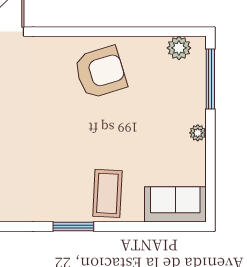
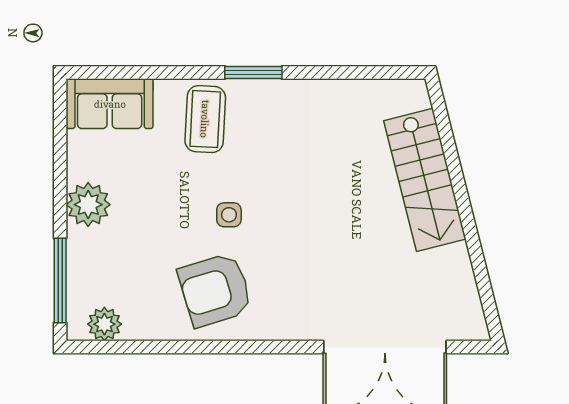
side table: (91, 126) -> (229, 215), added
plant: (198, 133) -> (88, 205), width x1.88, depth x1.88

